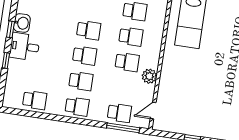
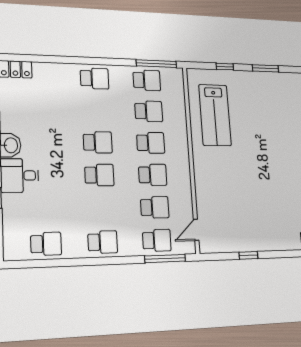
plant: (149, 76) -> (183, 188), removed
school desk: (81, 81) -> (155, 207), moved

